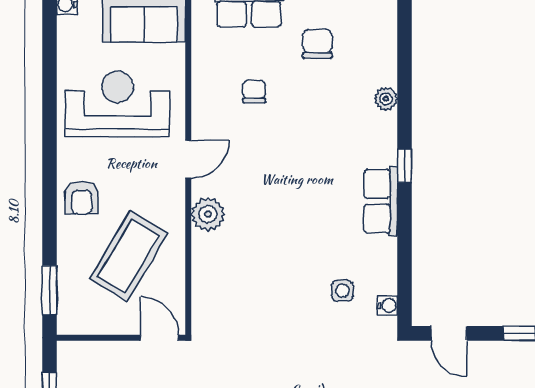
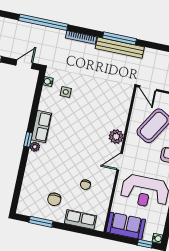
plant: (386, 99) -> (35, 147), moved
door: (449, 333) -> (24, 64), hinge flipped

